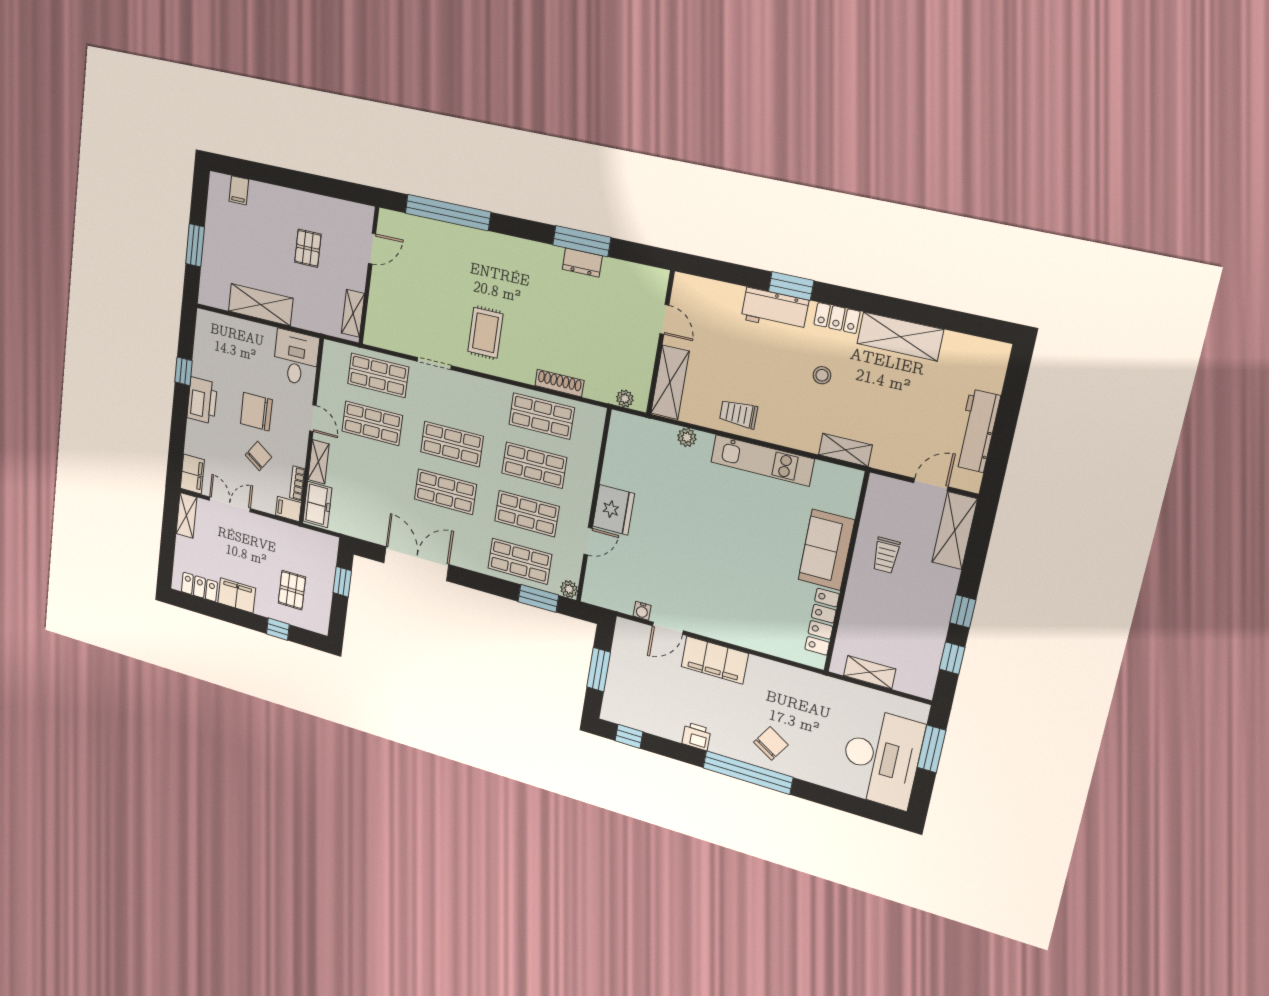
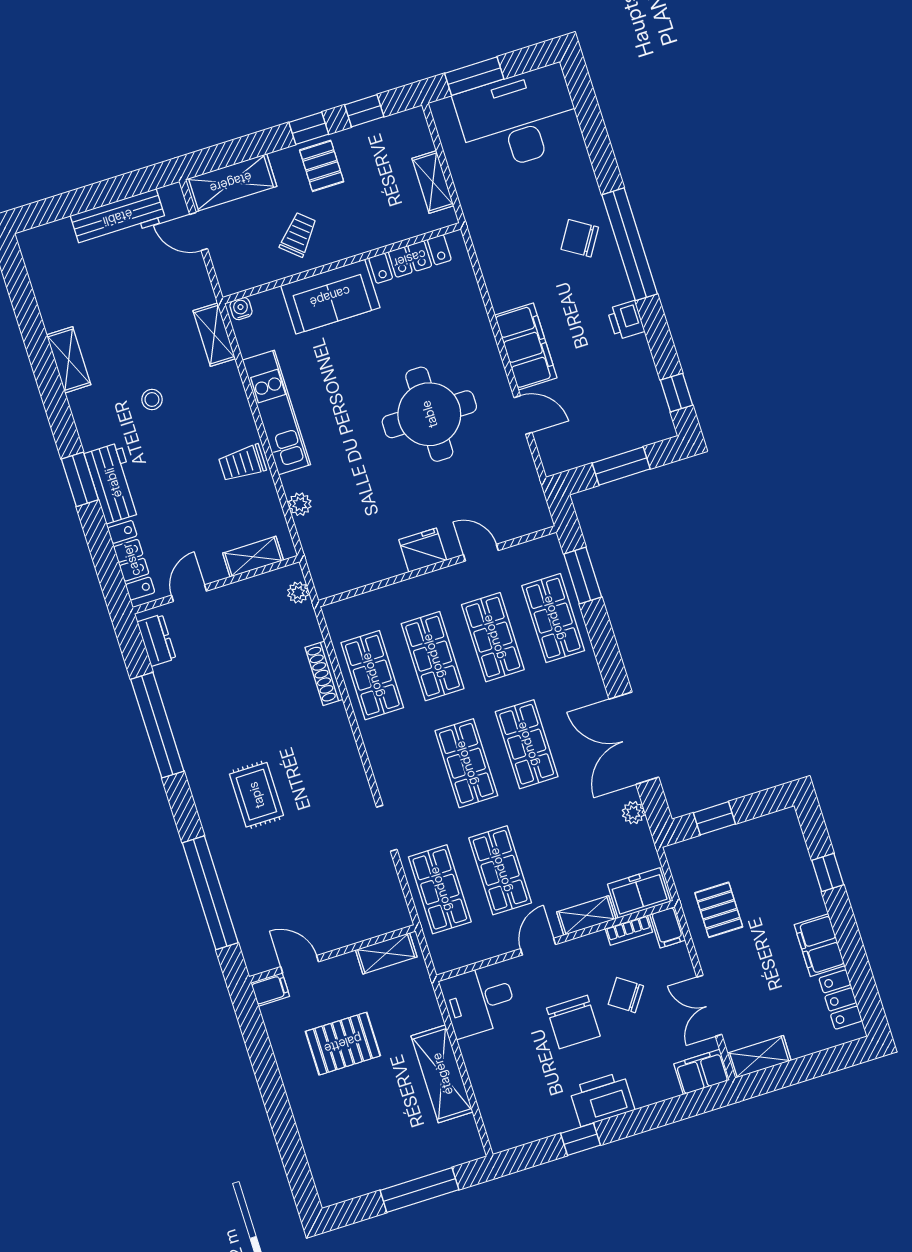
filing cabinet: (239, 190) -> (270, 990), moved
window: (582, 241) -> (157, 725), width x1.46
window: (195, 245) -> (419, 1190), width x1.44
pallet: (308, 248) -> (343, 1044), width x1.50, depth x1.42
dresser: (582, 263) -> (156, 640), moved
locker: (837, 318) -> (131, 560), moved, width x1.53
rug: (485, 333) -> (256, 795), moved, turned 90
shelving: (900, 336) -> (69, 360), width x0.67, depth x0.75
shelving: (670, 382) -> (253, 557), width x0.67, depth x0.75
trolley: (739, 414) -> (242, 463), turned 90
fridge: (614, 510) -> (423, 550), width x0.73, depth x0.75
trolley: (886, 555) -> (298, 235), turned -49
round table: (703, 566) -> (429, 414), added
plant: (569, 589) -> (633, 813), moved
pallet: (292, 590) -> (719, 910), moved, turned 90
pallet: (928, 603) -> (322, 166), added
water cooler: (642, 611) -> (241, 309), moved, turned -90

